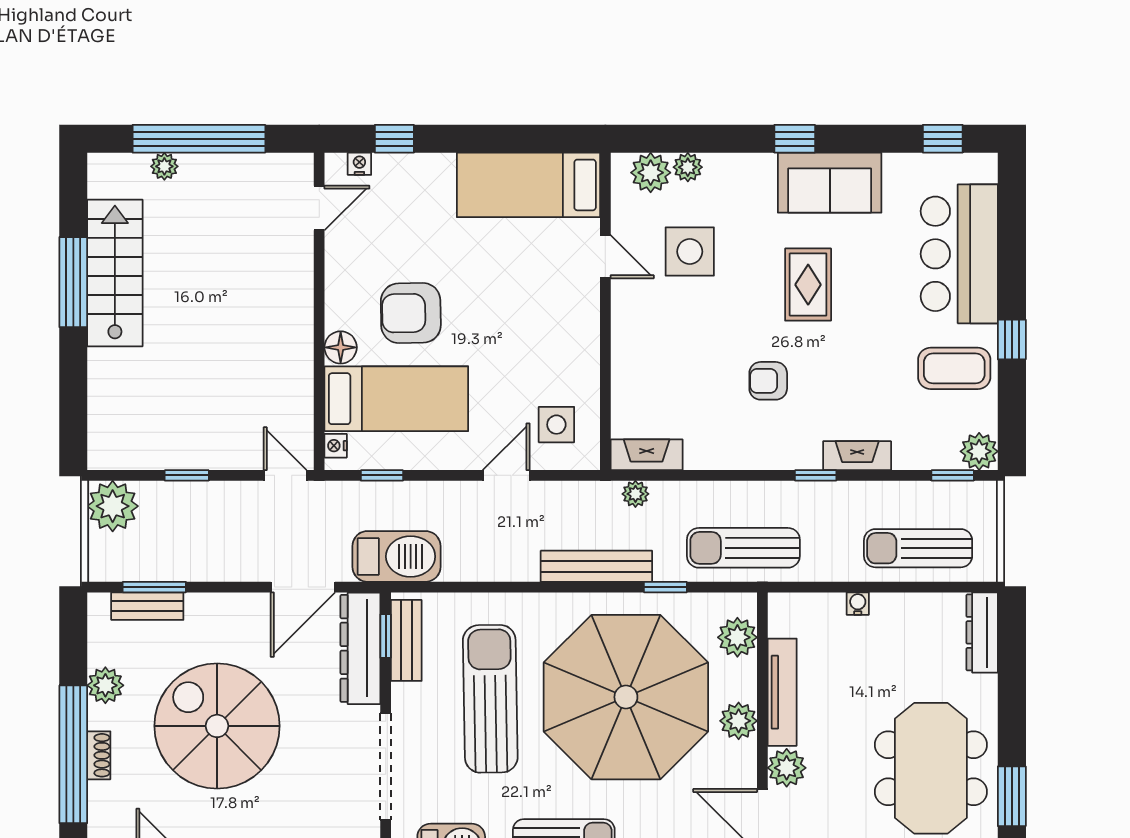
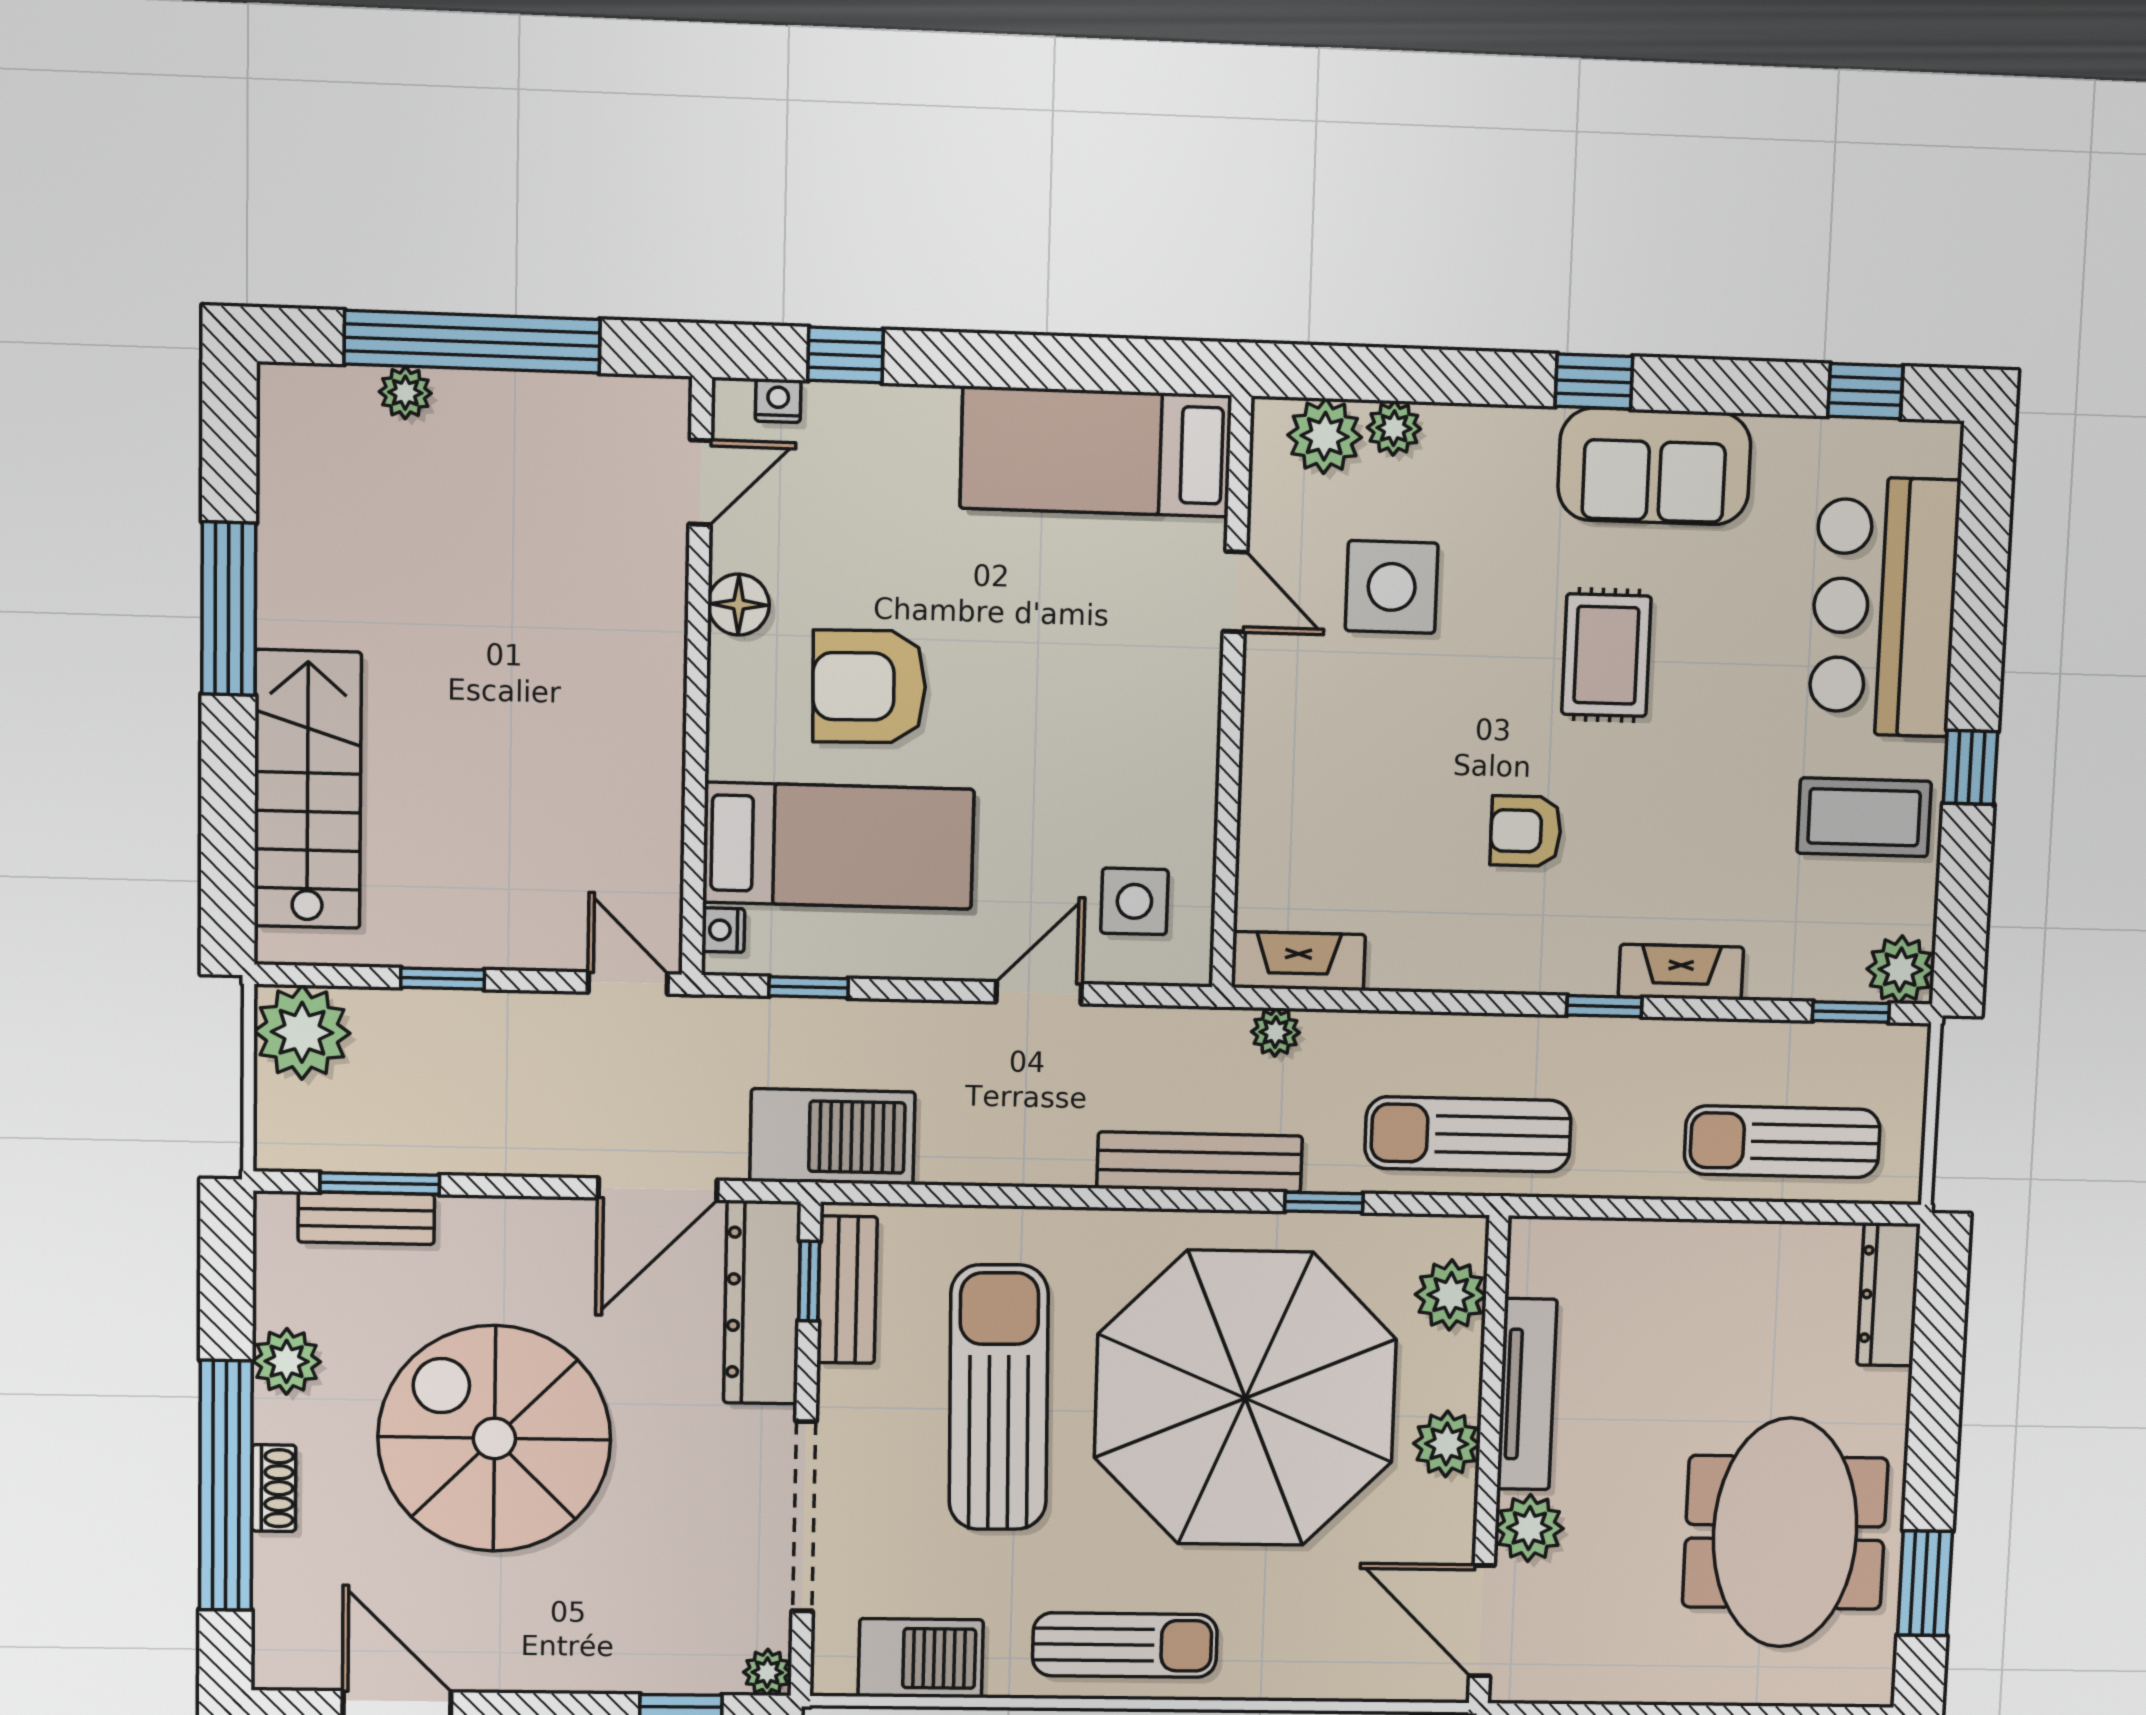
stairs: (115, 273) -> (308, 789), moved
floor lamp: (341, 347) -> (739, 605), moved
water cooler: (858, 604) -> (1669, 1239), removed

